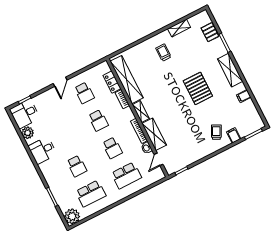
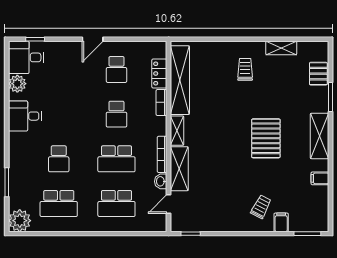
school desk: (112, 148) -> (116, 159), width x1.85

